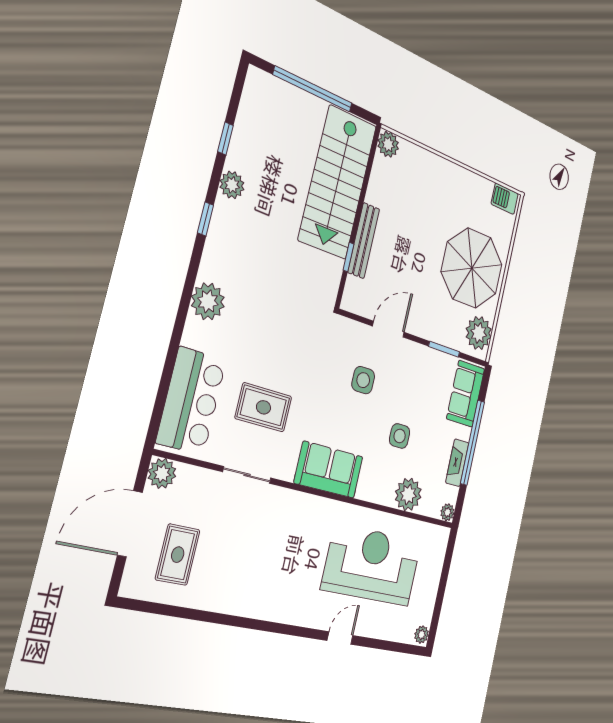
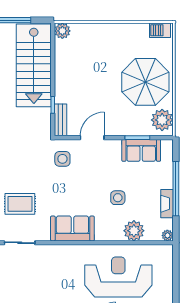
bench: (364, 241) -> (61, 120), moved, width x0.73
side table: (363, 380) -> (62, 159), moved
sofa: (466, 394) -> (141, 150), moved, turned -90

